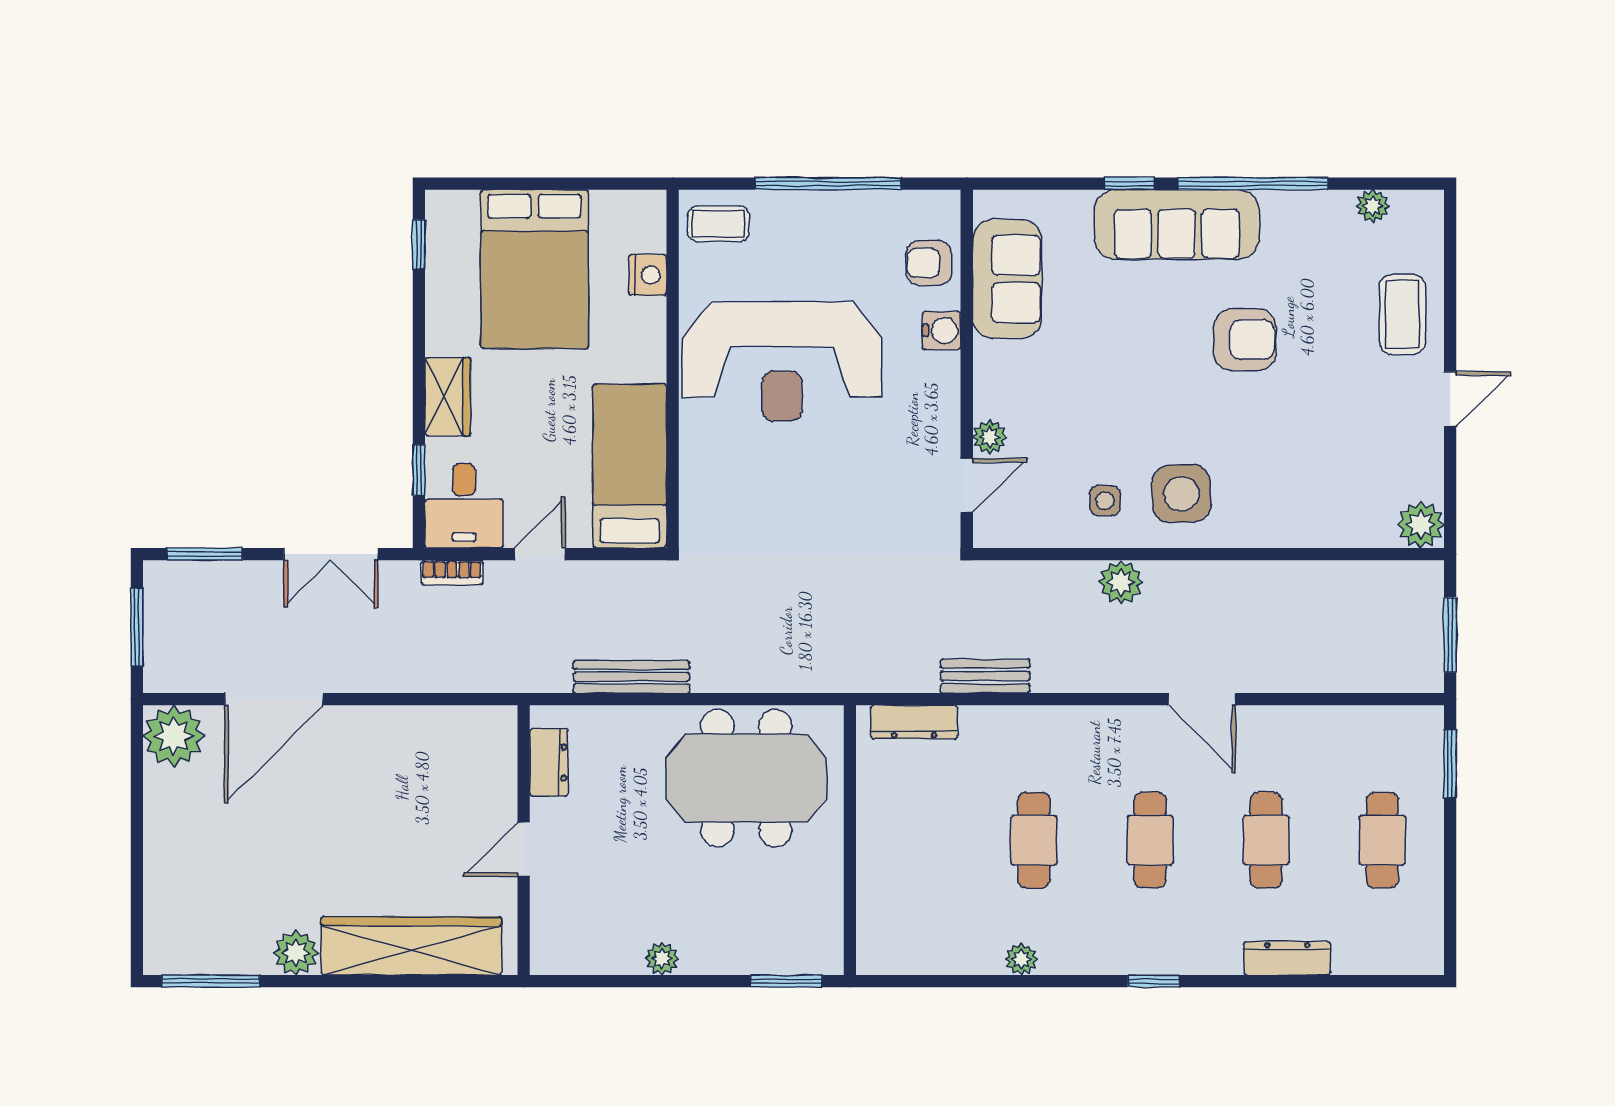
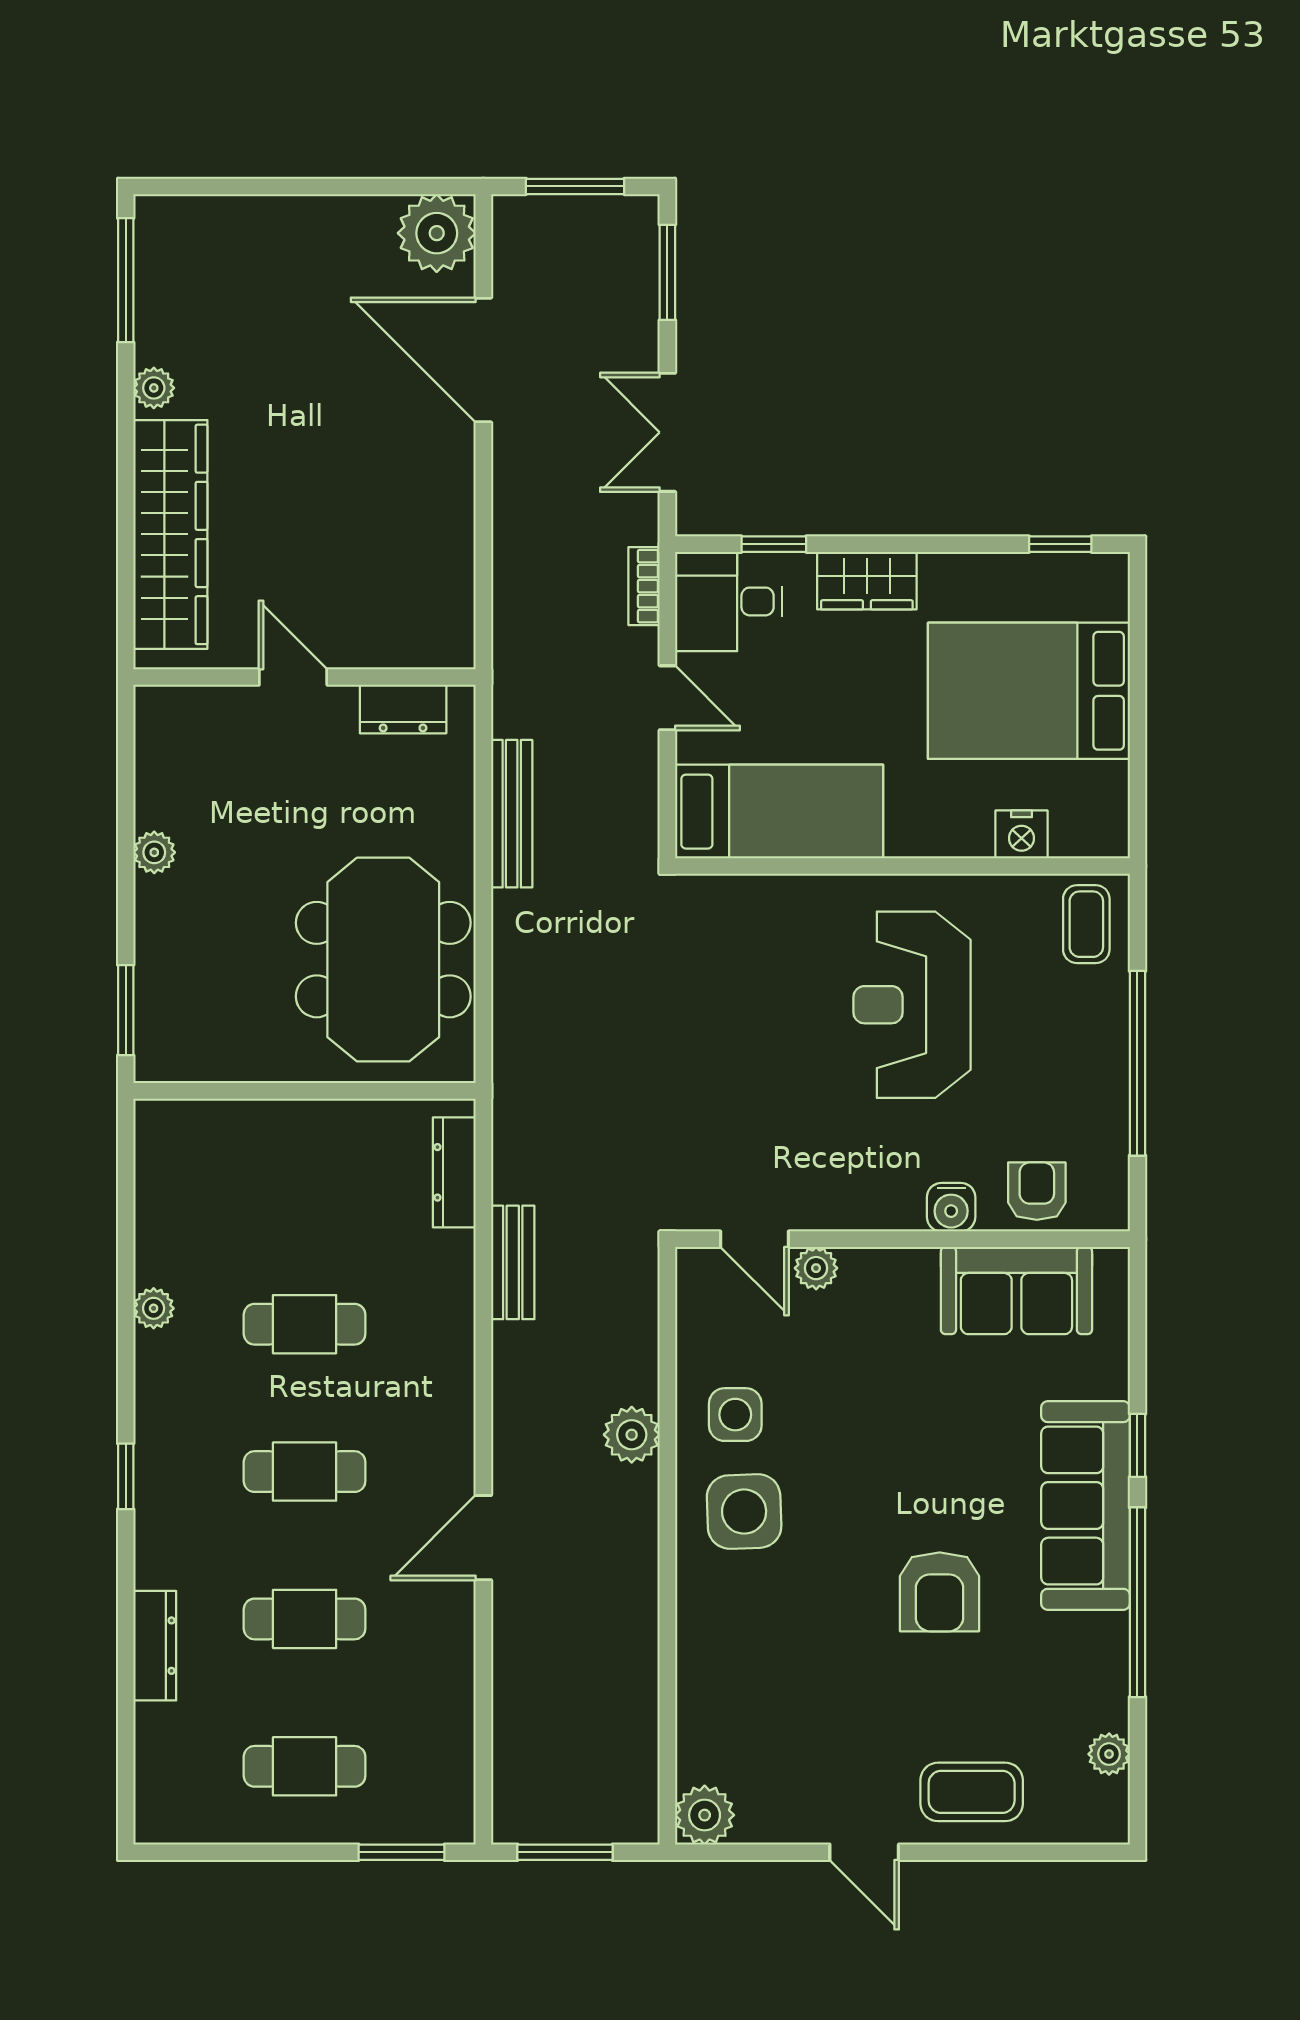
reception desk: (782, 361) -> (912, 1005), width x0.74, depth x0.77
side table: (1105, 501) -> (735, 1415), width x1.37, depth x1.37
plant: (296, 953) -> (154, 388), width x0.73, depth x0.73

